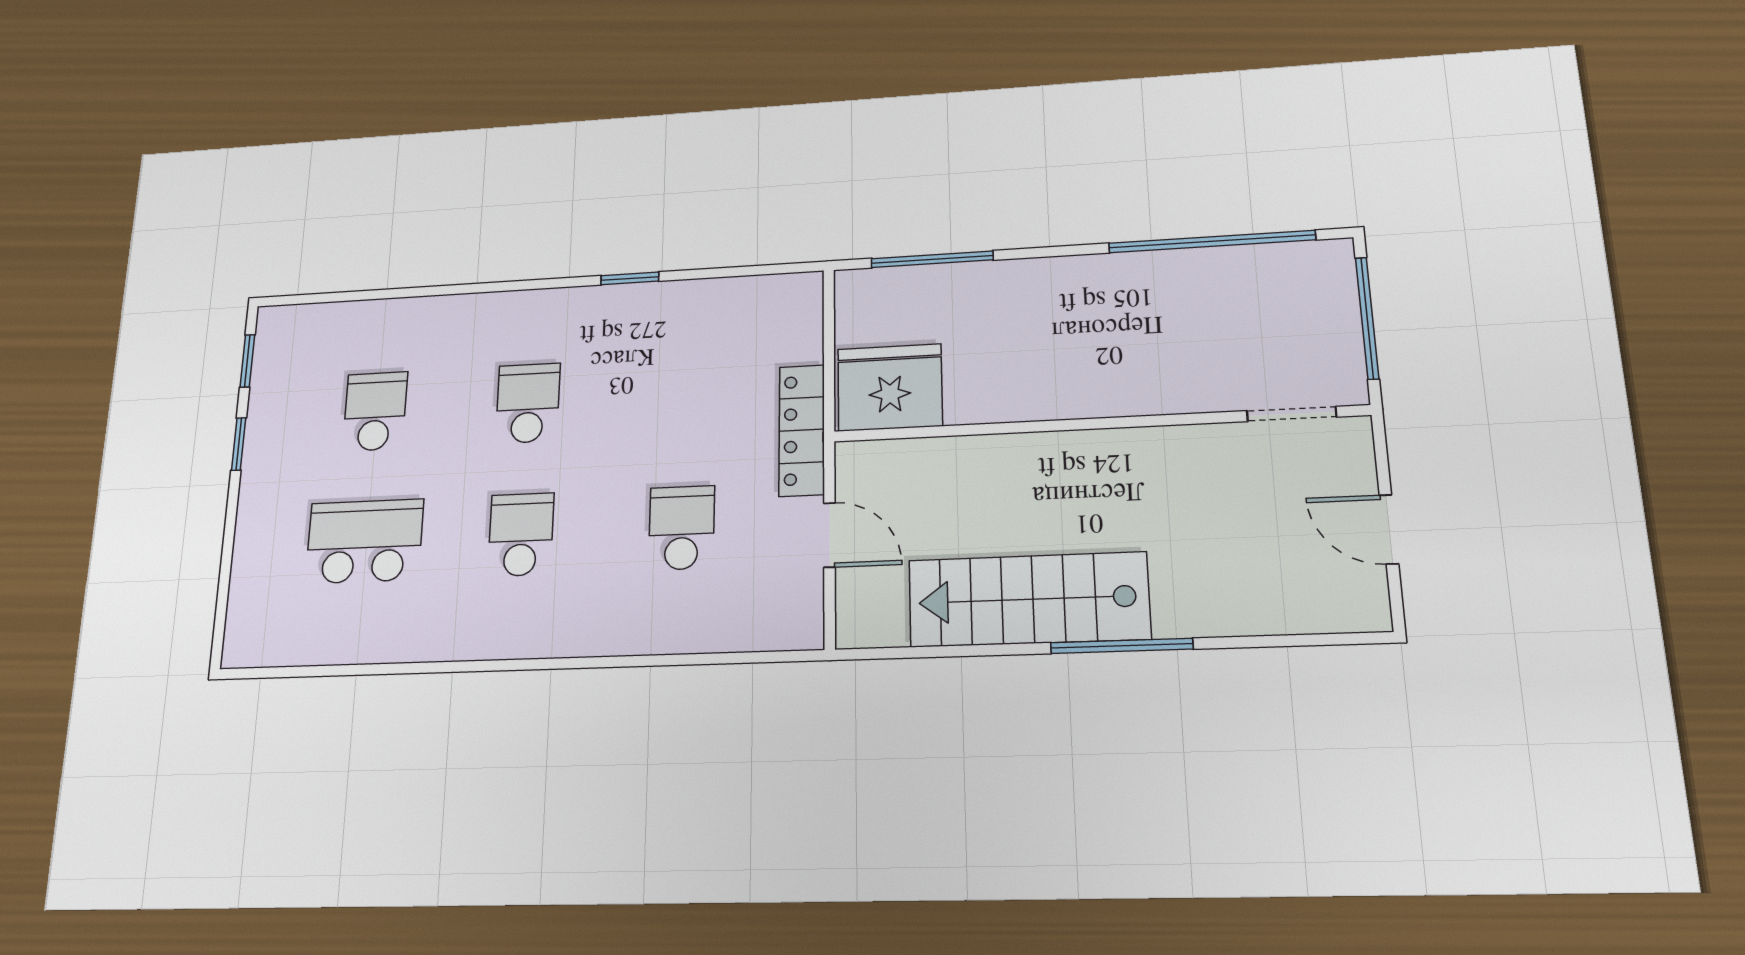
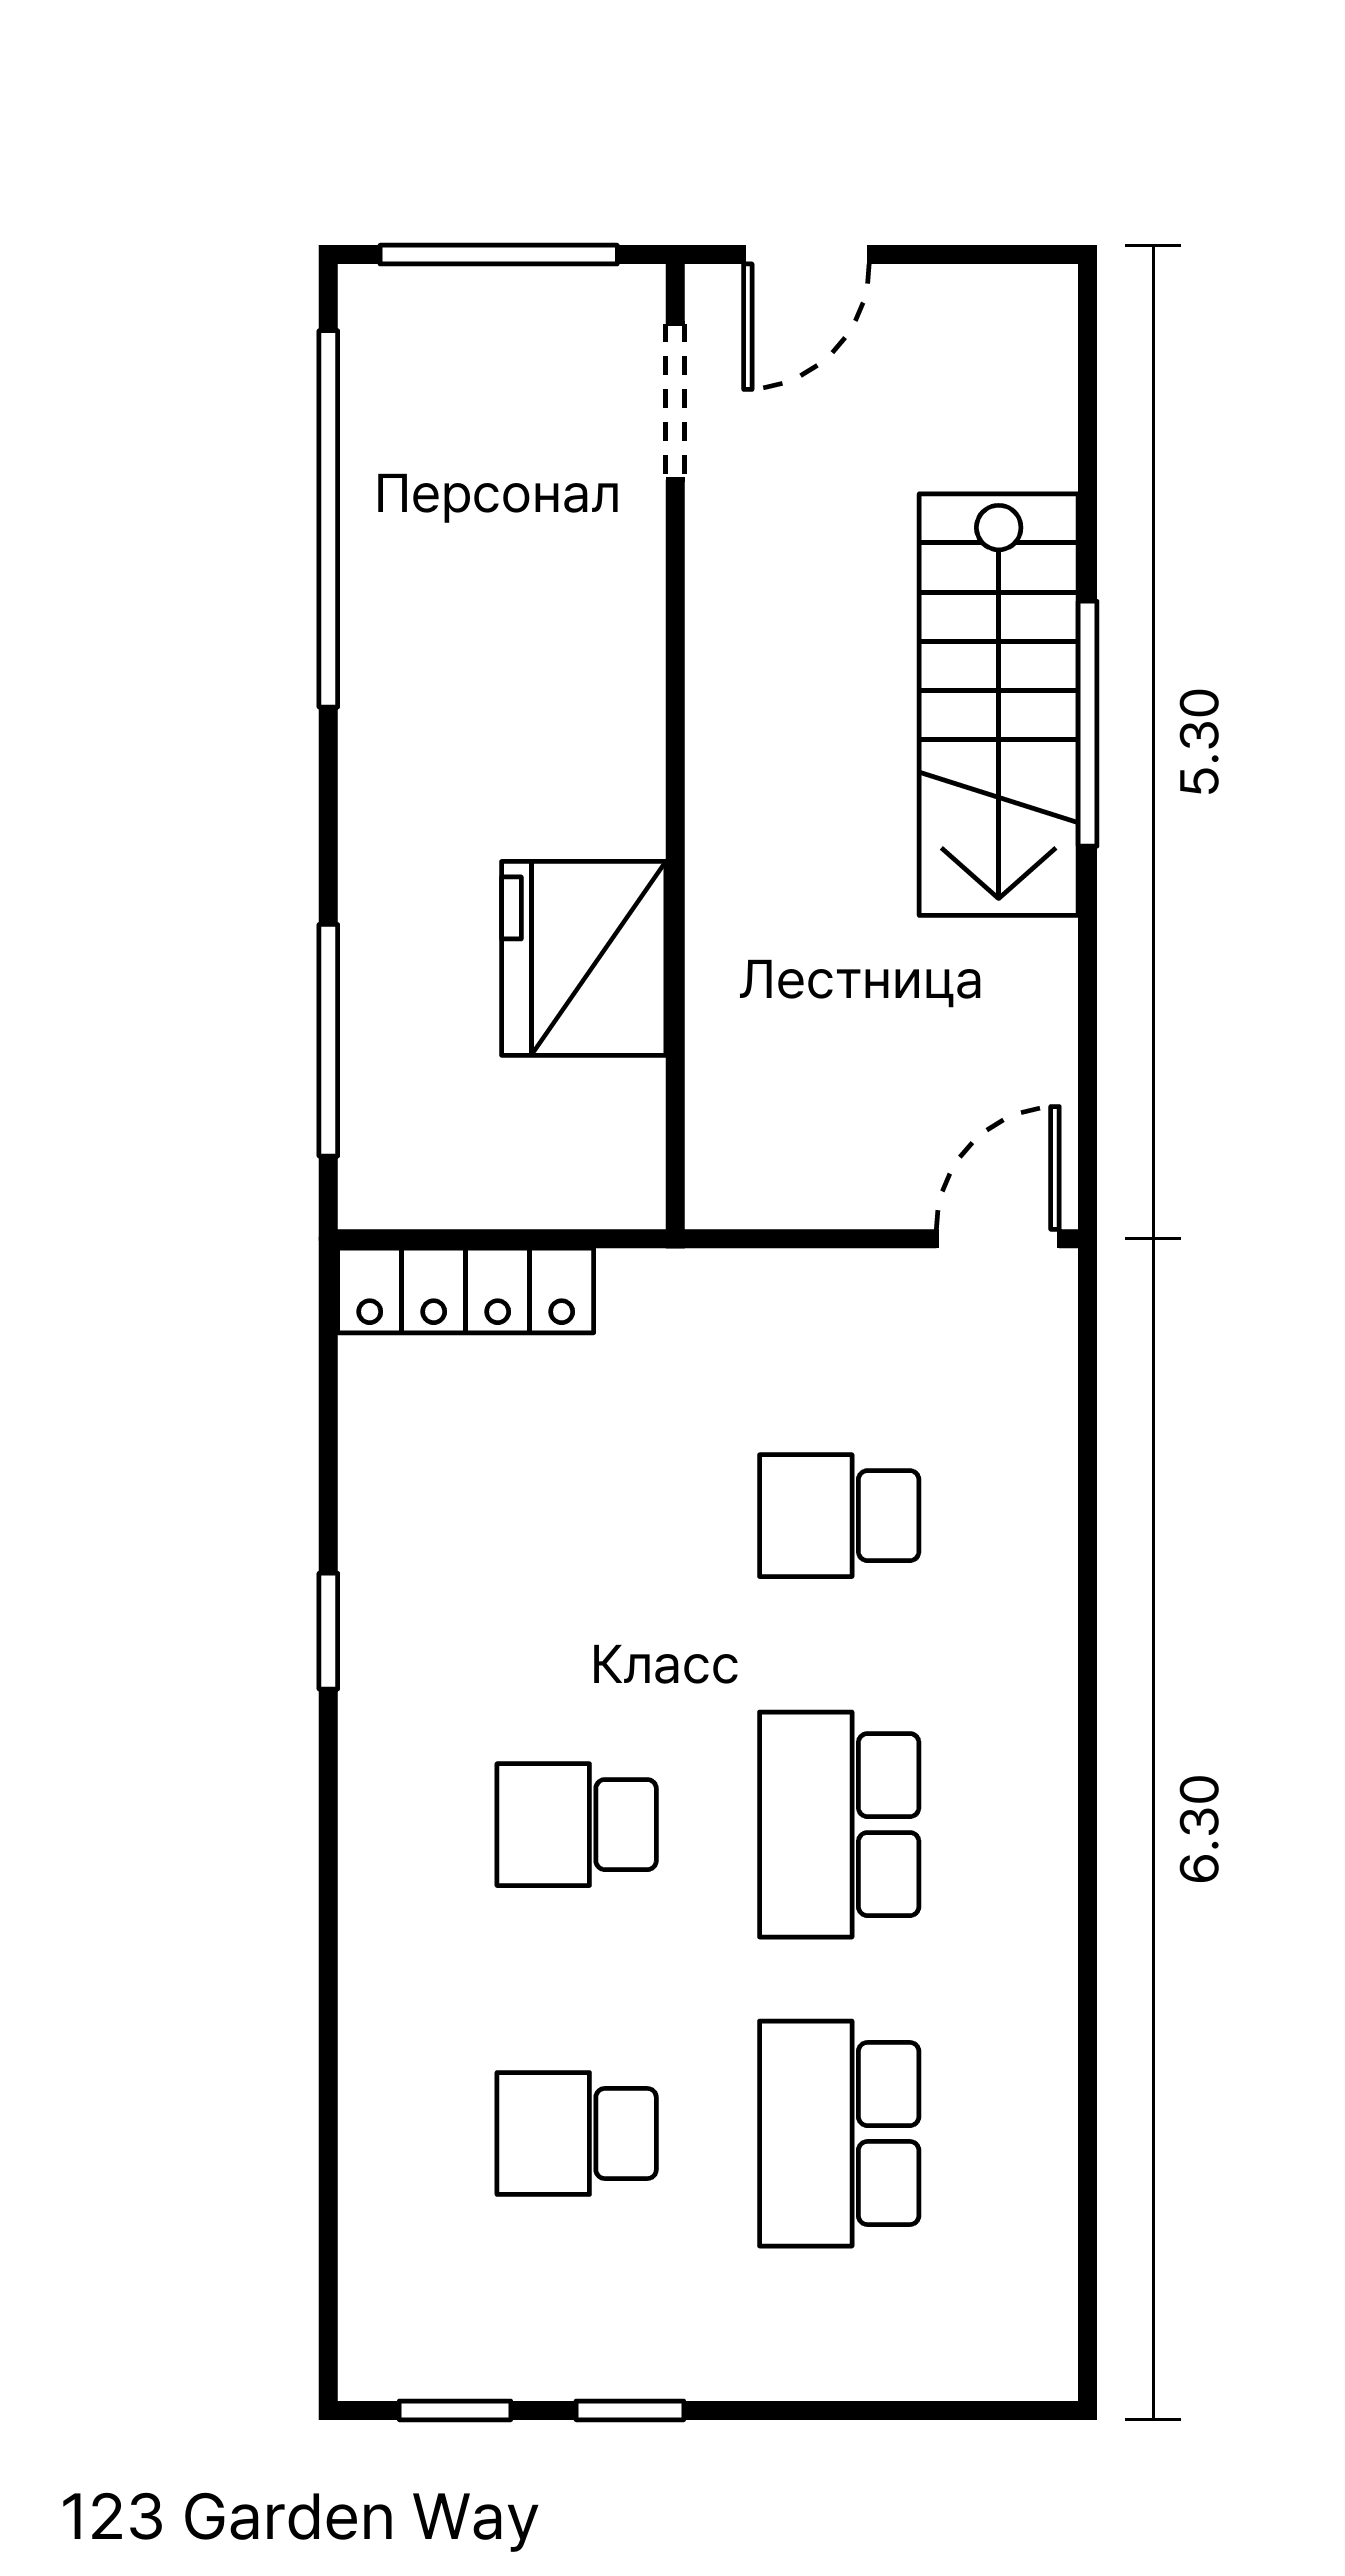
fridge: (890, 387) -> (584, 958), moved
locker: (802, 430) -> (466, 1290), moved
door: (1389, 529) -> (806, 255), moved
school desk: (521, 535) -> (839, 1825), width x1.85
door: (829, 535) -> (998, 1239), moved
stairs: (1028, 599) -> (999, 705), moved

